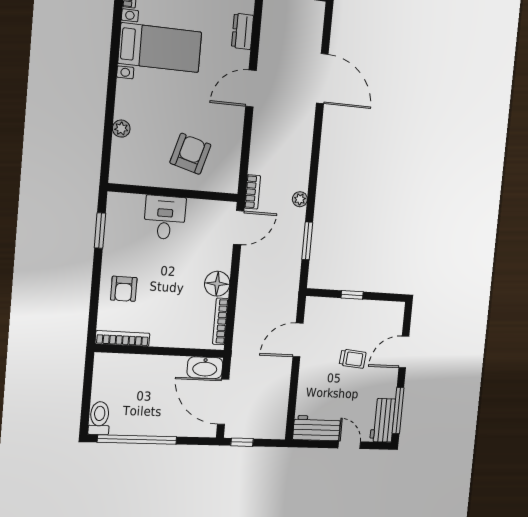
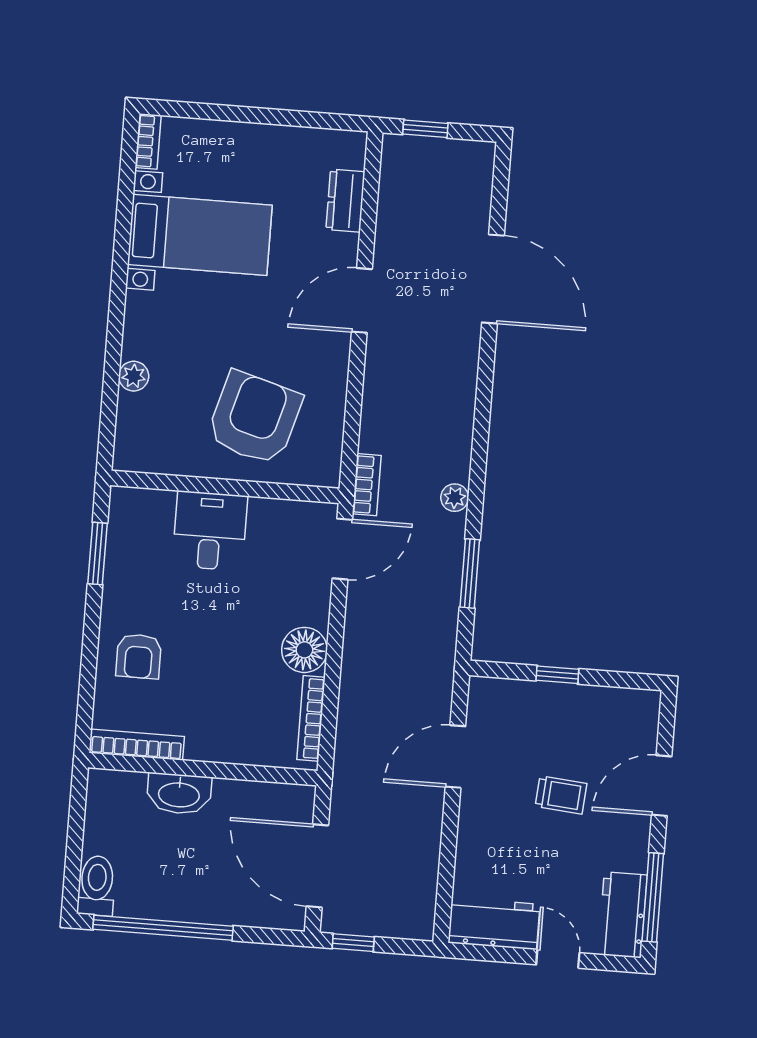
armchair: (190, 154) -> (254, 418), width x1.36, depth x1.36
washbasin: (205, 368) -> (179, 794), moved

